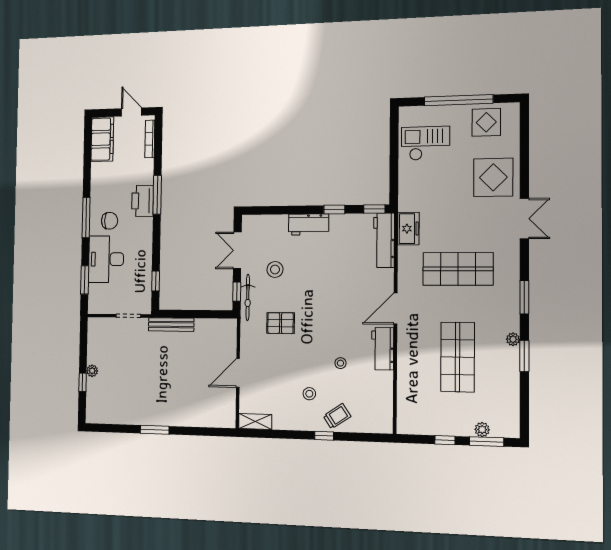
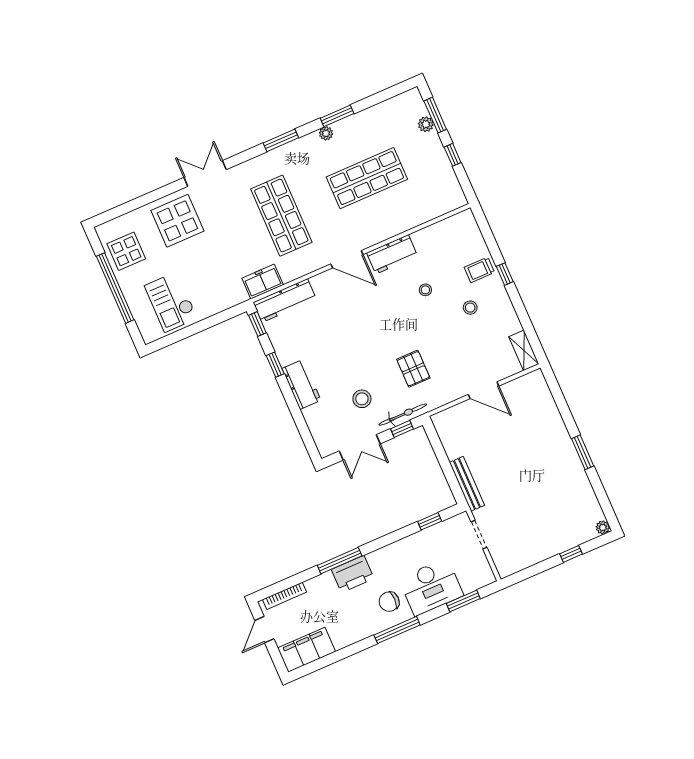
chair: (110, 221) -> (389, 602), turned -90
plant: (92, 371) -> (603, 527), moved
trolley: (337, 416) -> (479, 270), turned -56

